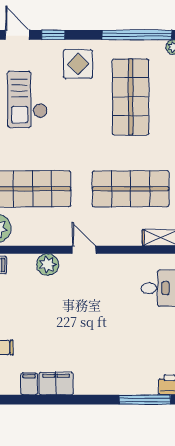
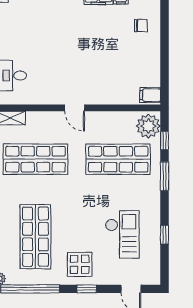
window: (53, 35) -> (87, 289), moved
plant: (48, 264) -> (105, 95), removed

